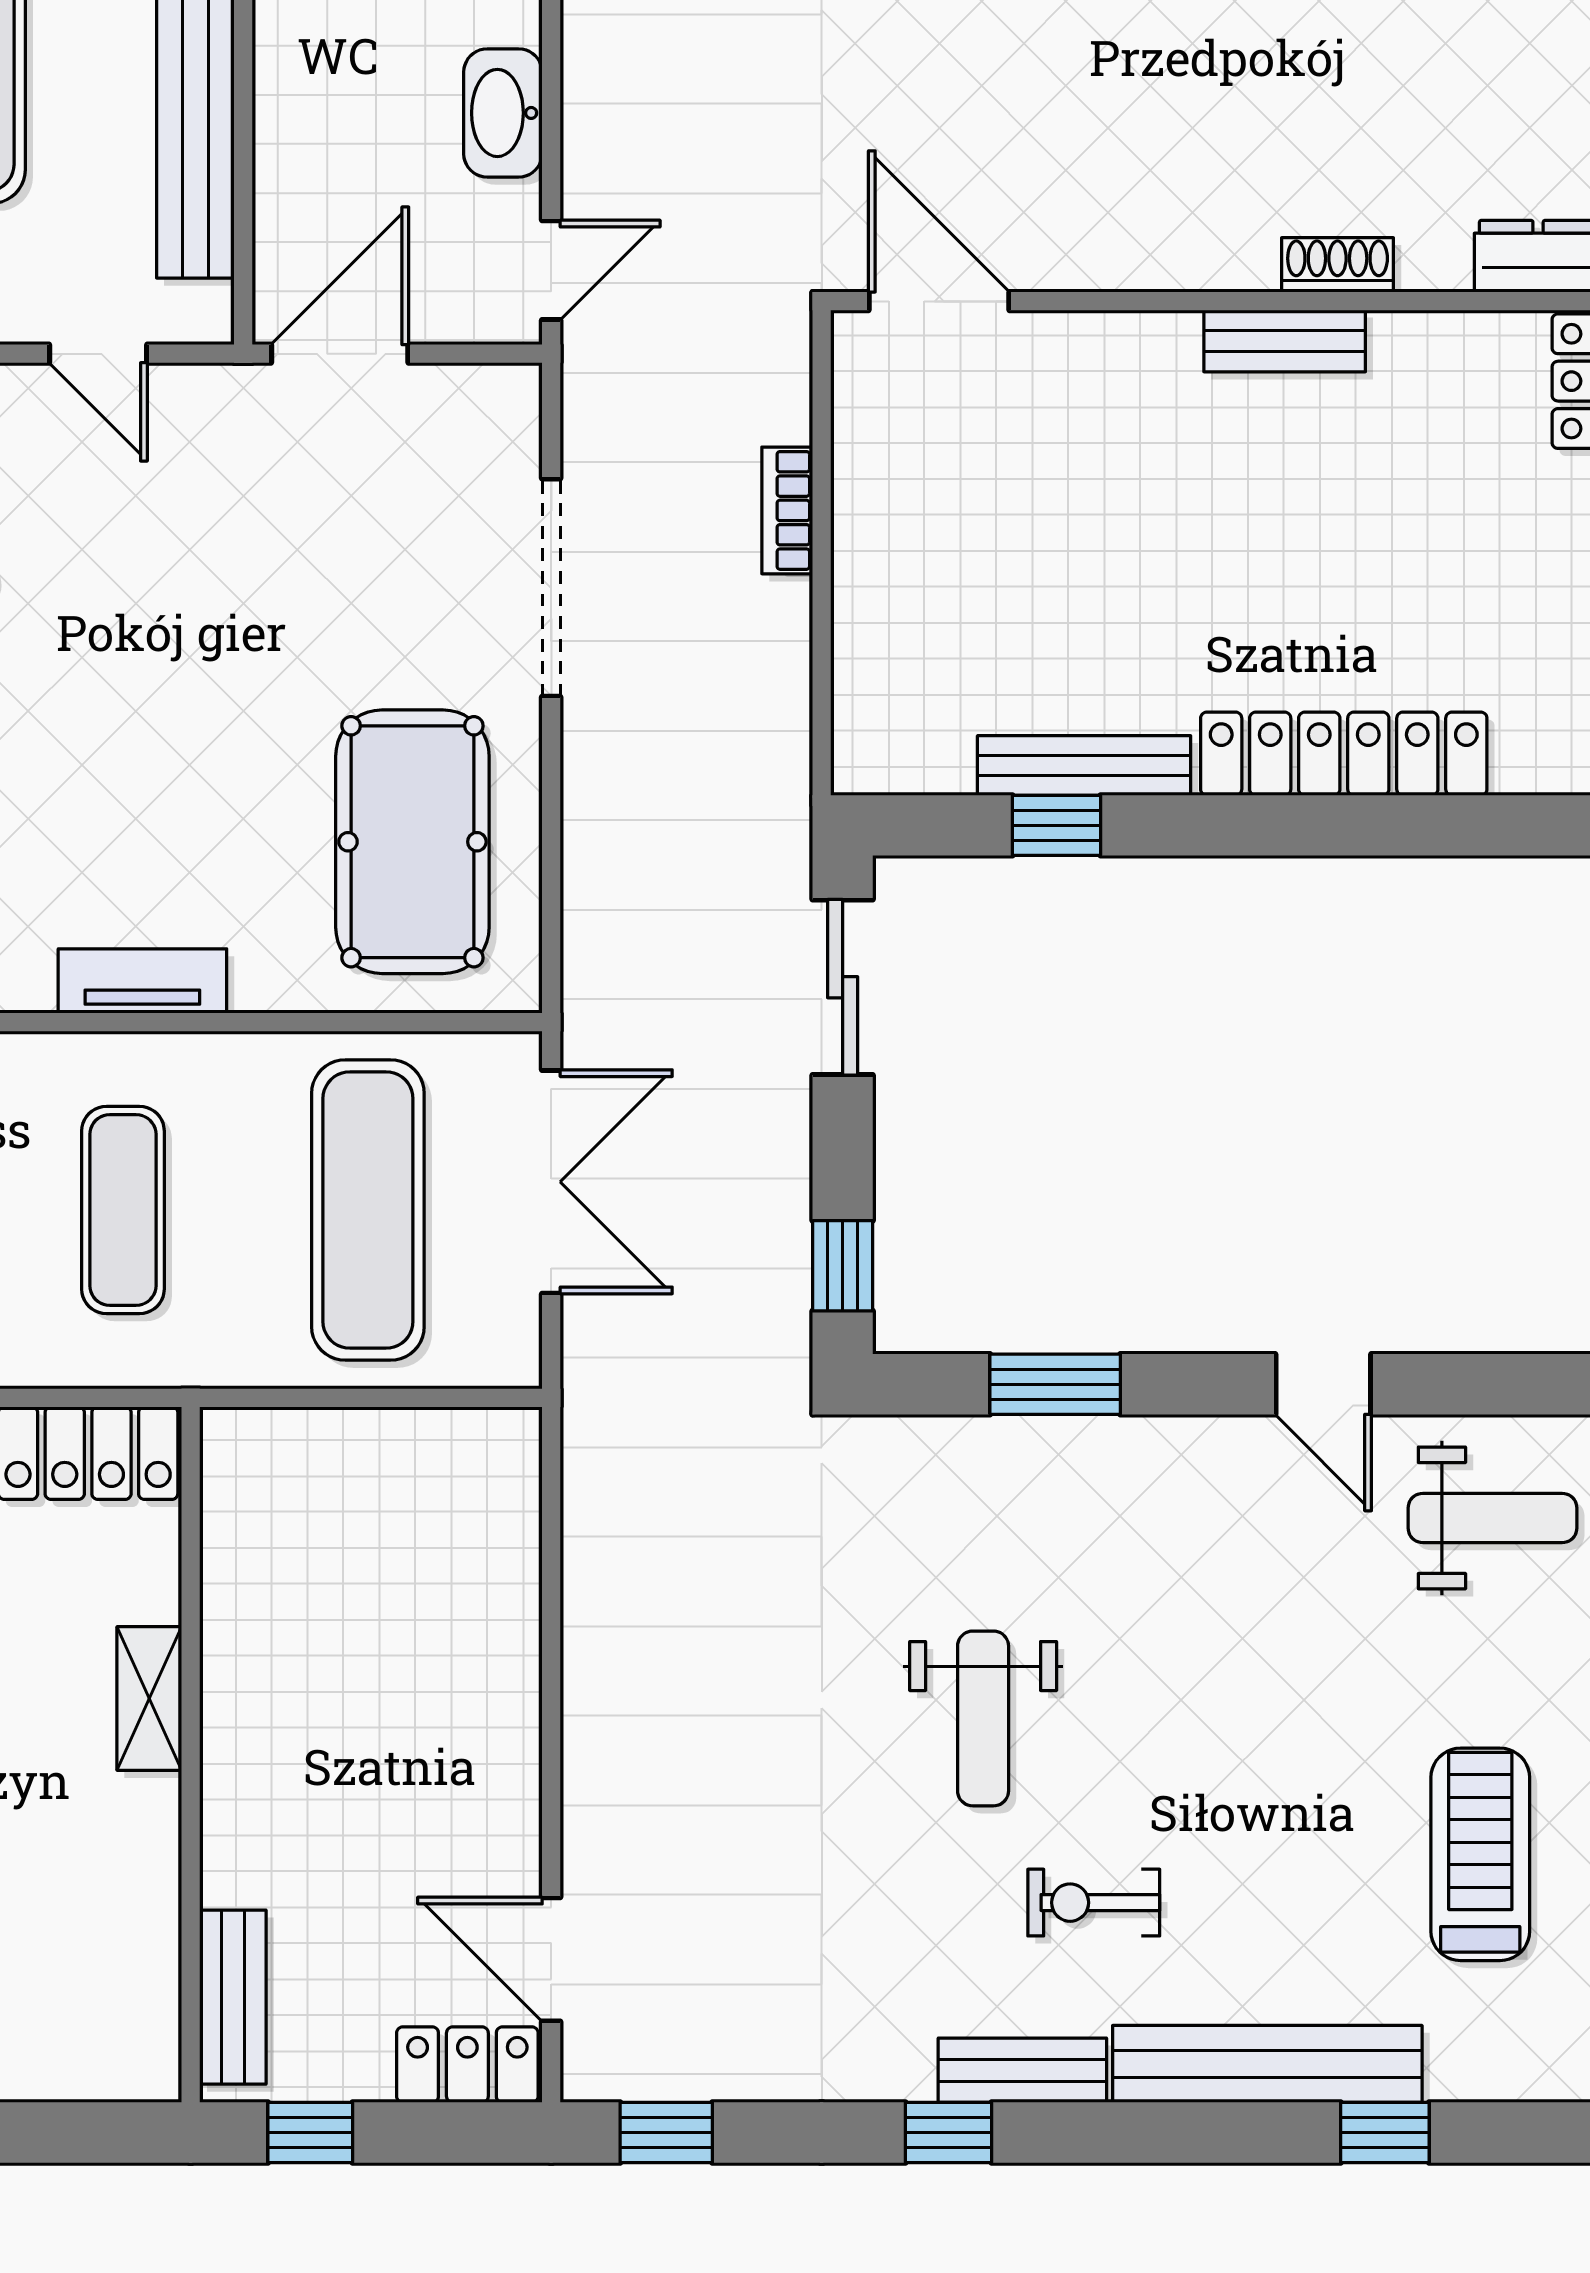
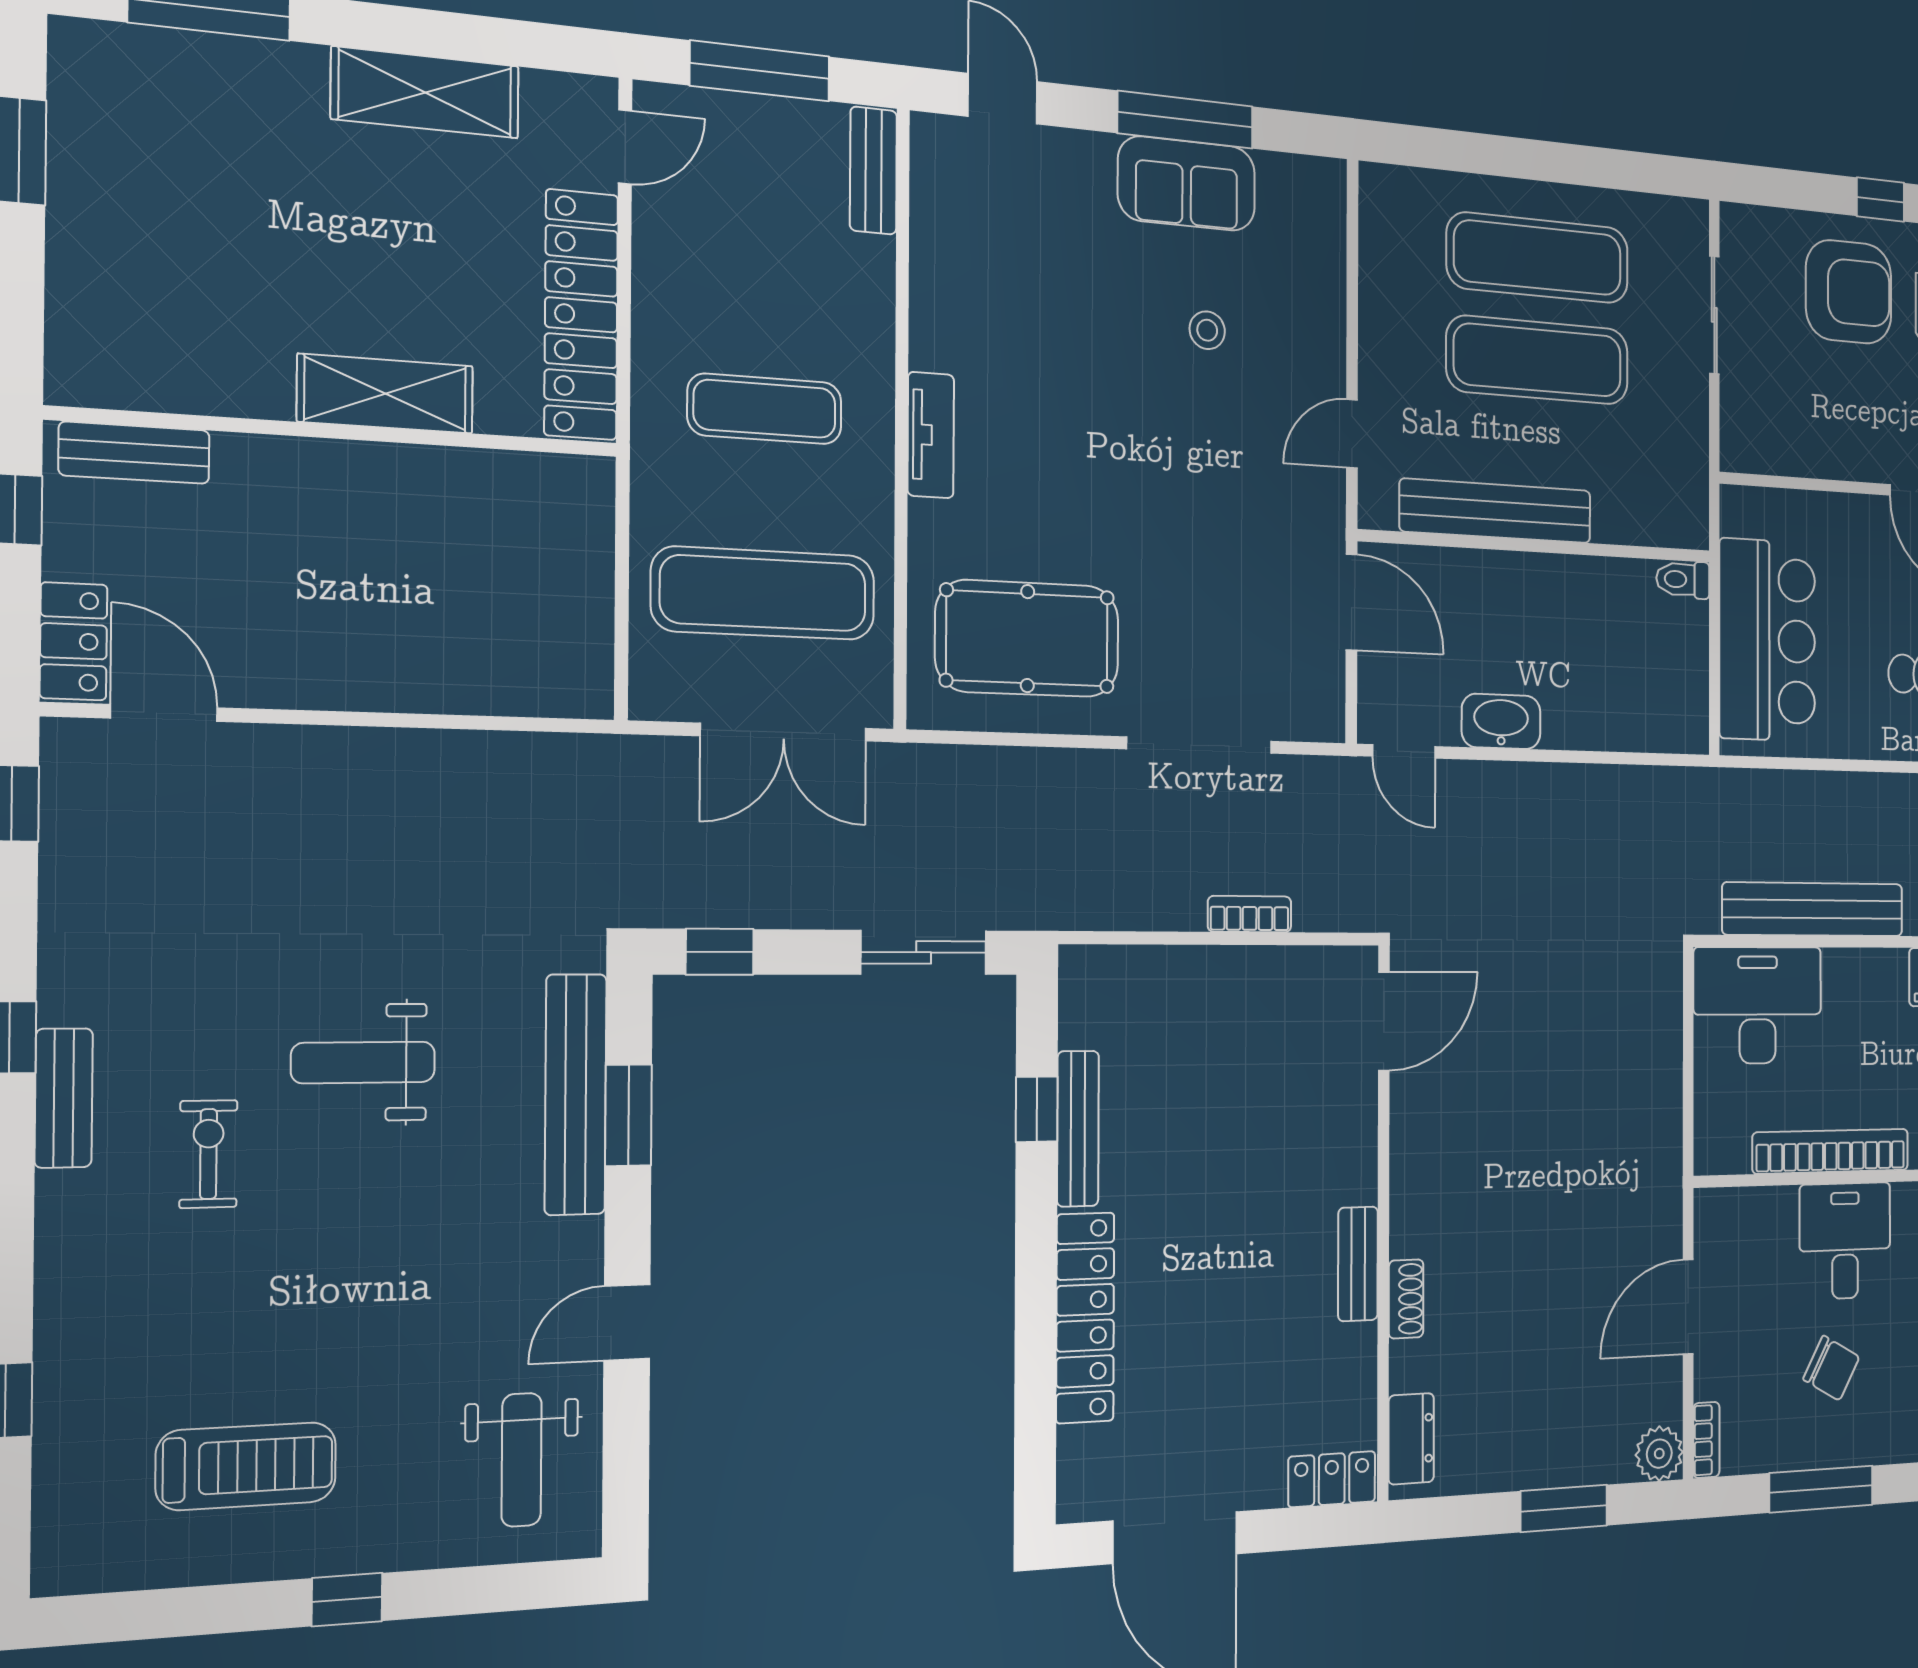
shelving: (149, 1699) -> (385, 394), width x1.50, depth x1.33
door: (551, 1959) -> (164, 713), hinge flipped
bench: (1267, 2064) -> (576, 1094), moved

